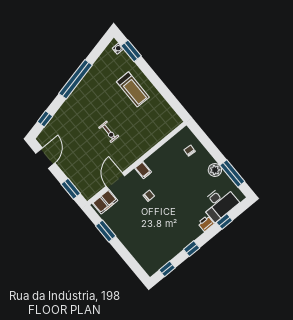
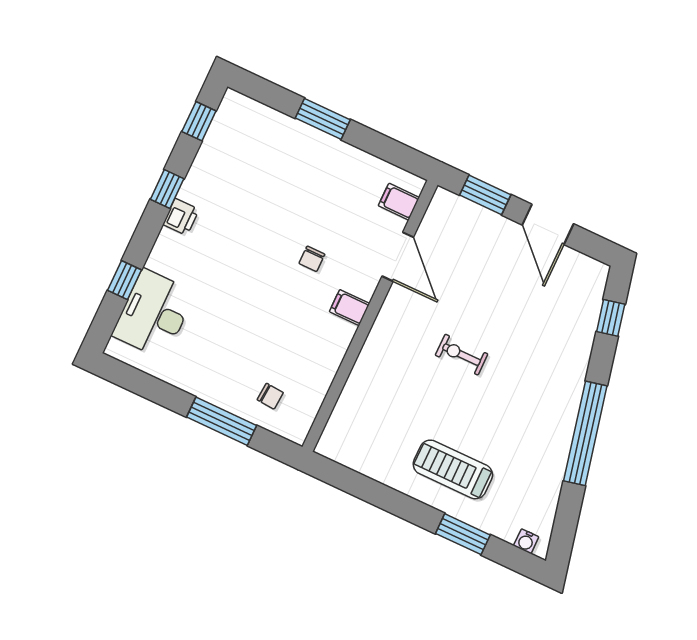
window: (131, 51) -> (463, 534), moved
door: (45, 158) -> (548, 224), moved
plant: (215, 170) -> (197, 380), removed
window: (232, 173) -> (222, 421), moved
filing cabinet: (105, 202) -> (399, 202), width x0.50
printer: (206, 223) -> (181, 217), moved
window: (106, 231) -> (323, 119), moved

